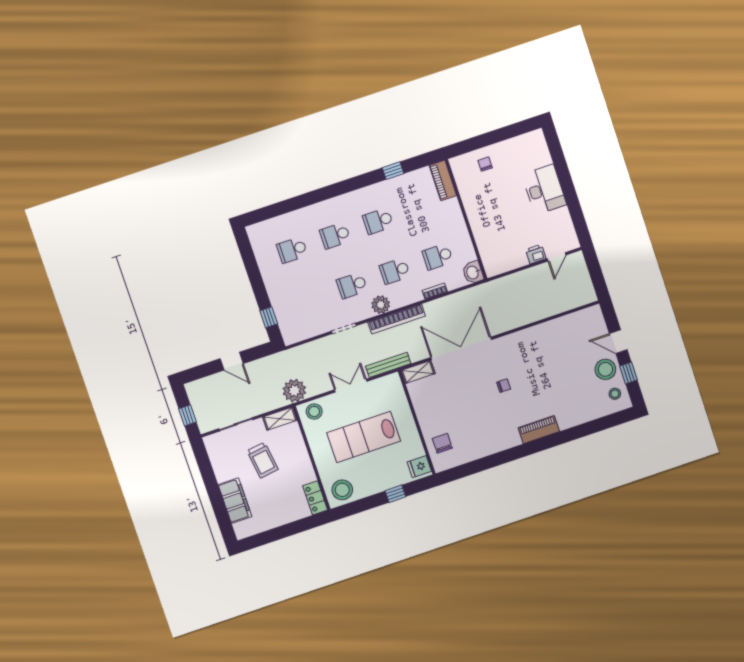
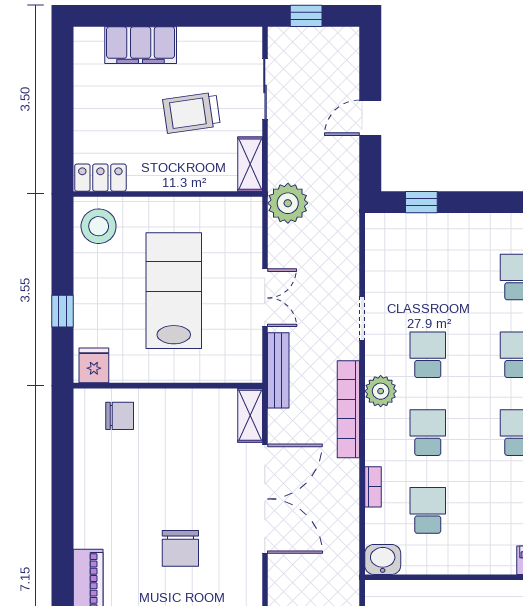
chair: (504, 386) -> (180, 548), width x1.87, depth x1.87
stool: (314, 412) -> (243, 224), removed

